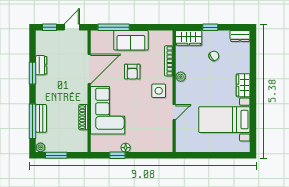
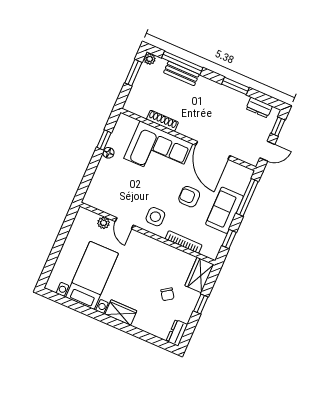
door: (72, 27) -> (267, 151), hinge flipped
window: (151, 27) -> (229, 239), added
dresser: (41, 65) -> (259, 107), moved
plant: (181, 77) -> (104, 223), moved

